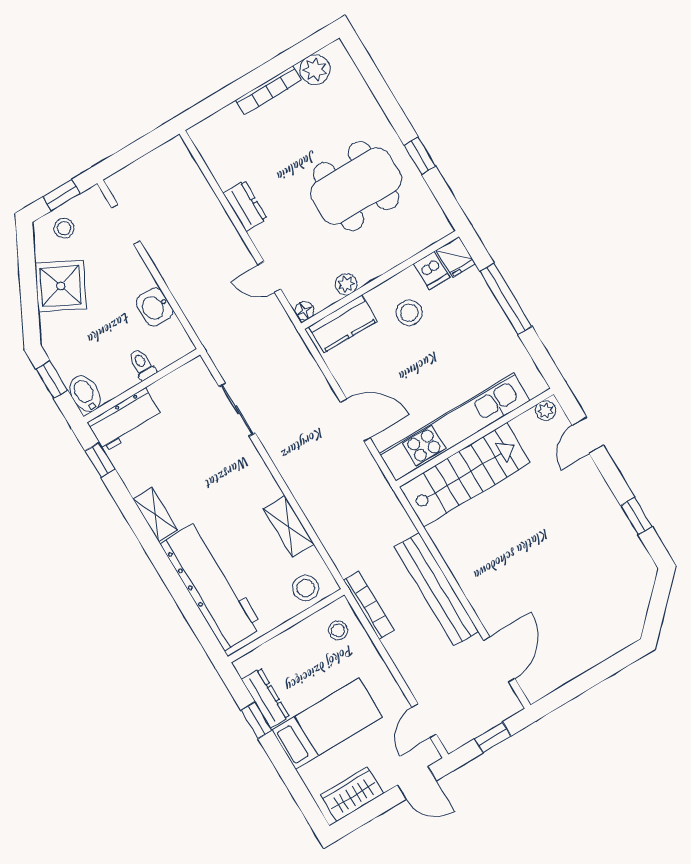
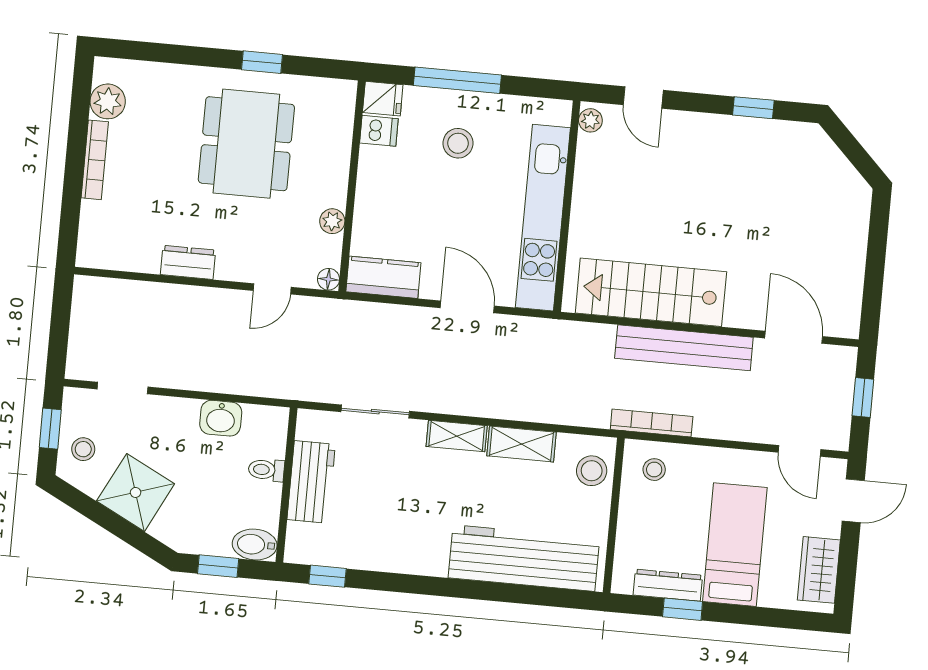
stool: (409, 313) -> (458, 143), moved
kitchen counter: (343, 324) -> (383, 277), moved, turned -90
workbench: (125, 420) -> (311, 482), moved
door: (355, 420) -> (467, 307), hinge flipped
stairs: (465, 475) -> (651, 292), moved, turned -90
shelving: (155, 515) -> (457, 436), moved

